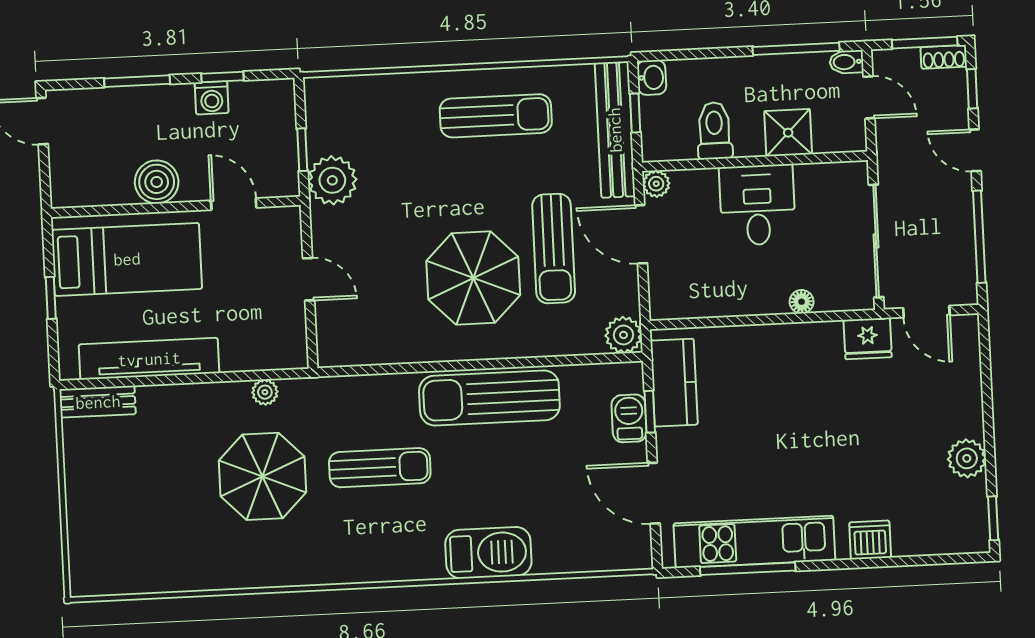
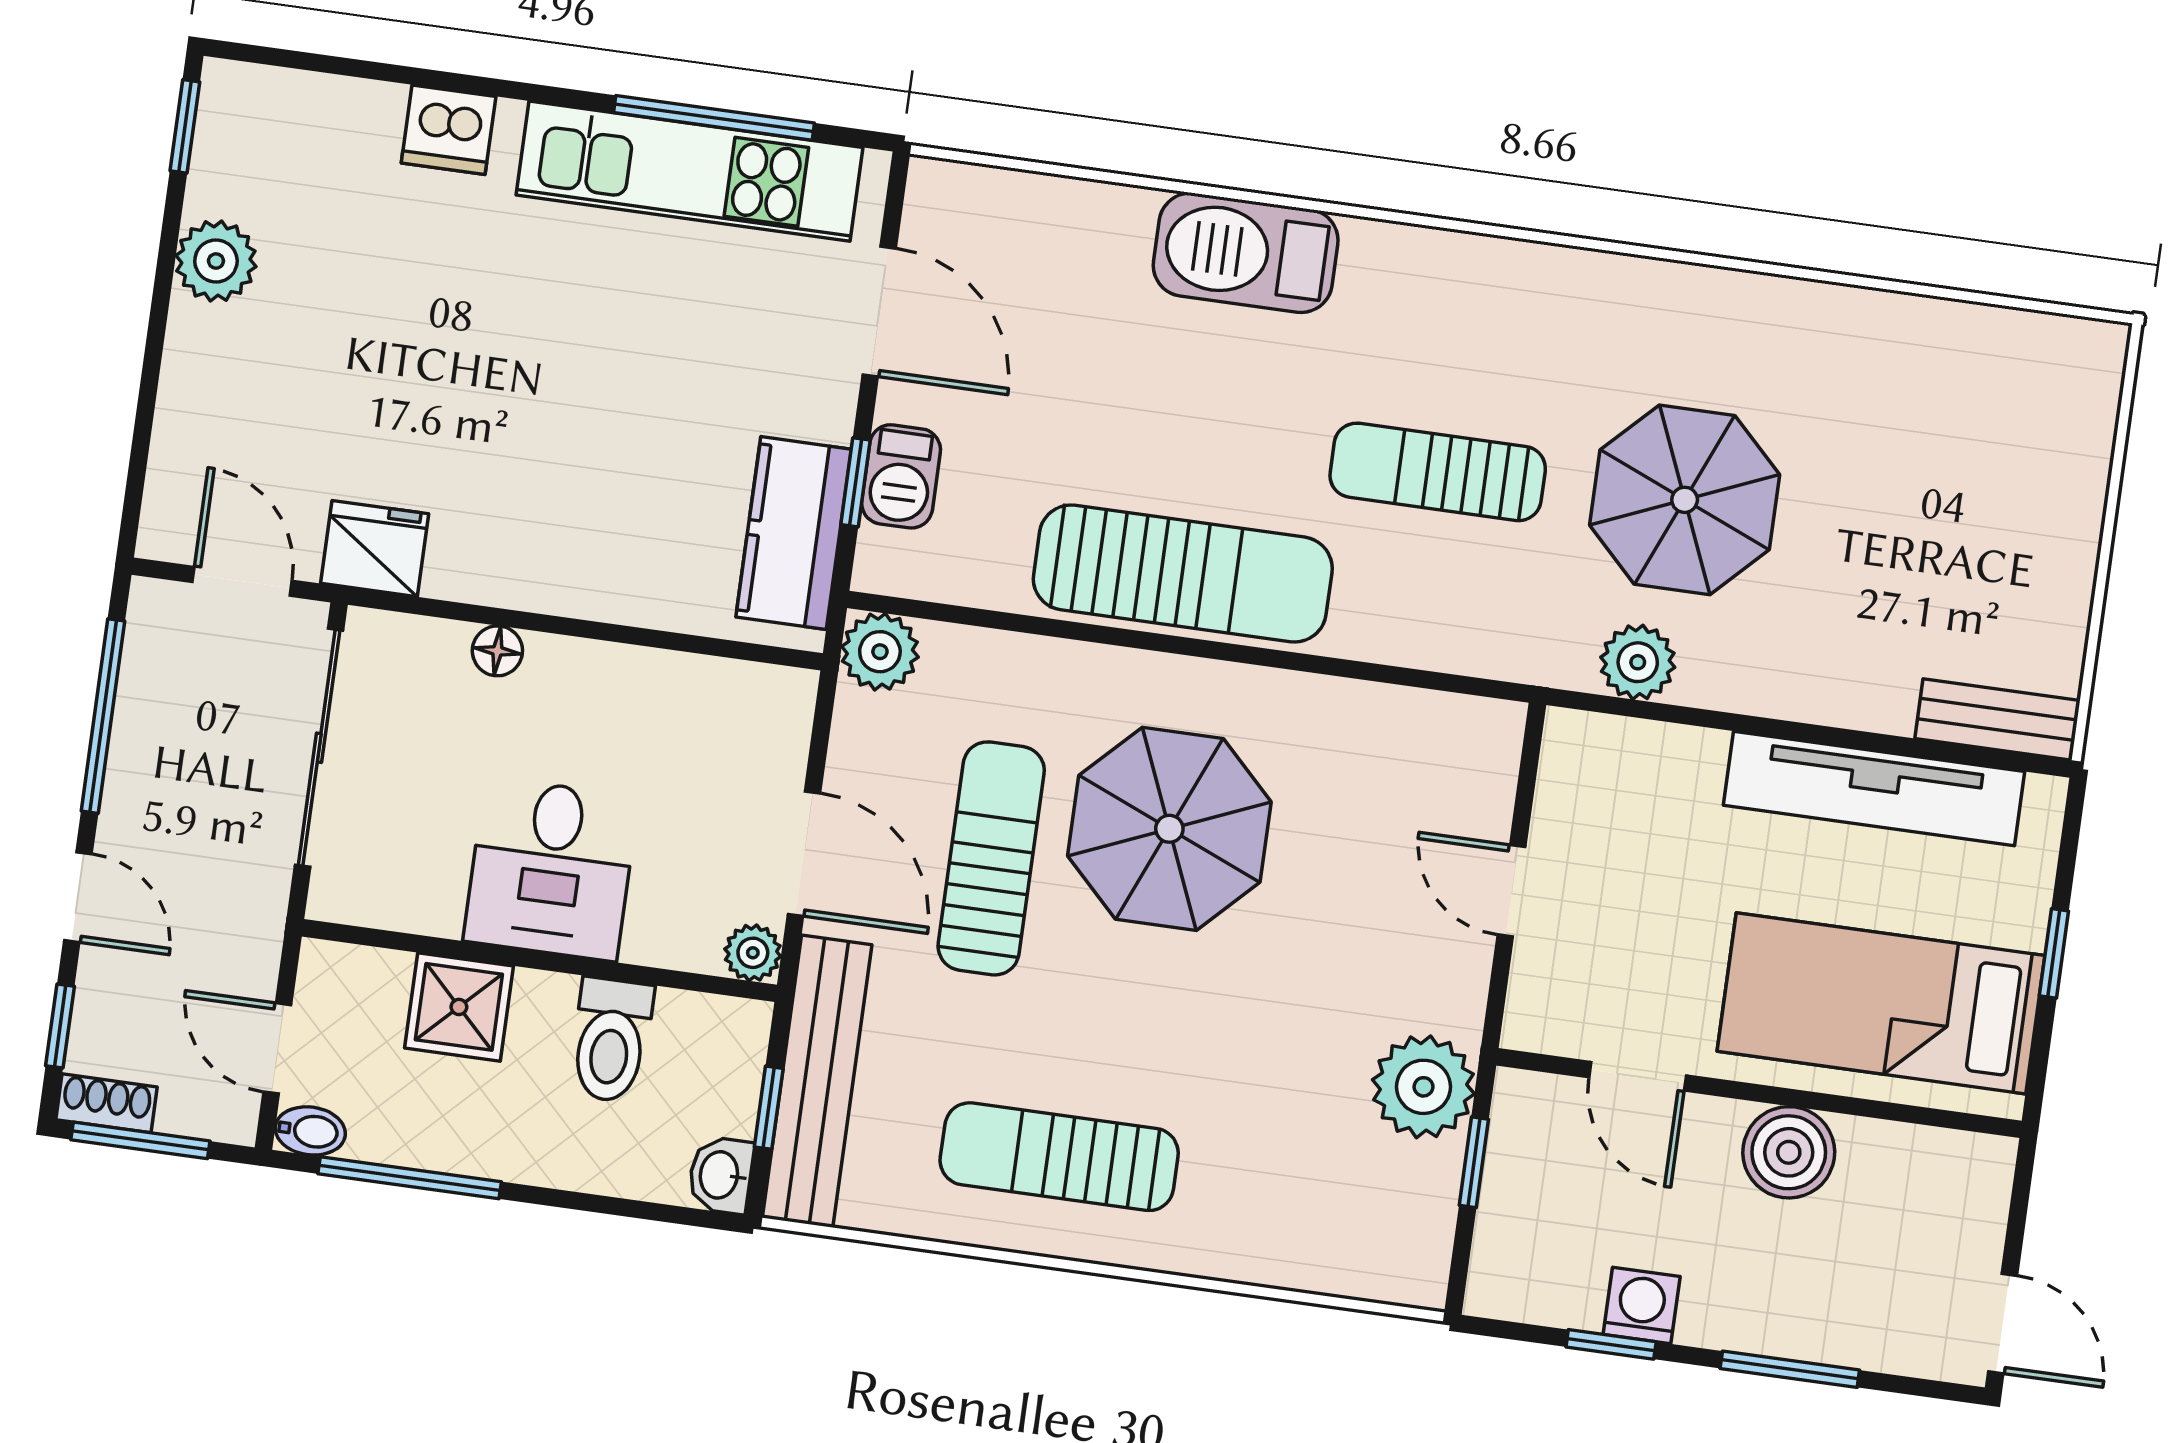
plant: (265, 392) -> (1638, 662), width x1.38, depth x1.38

